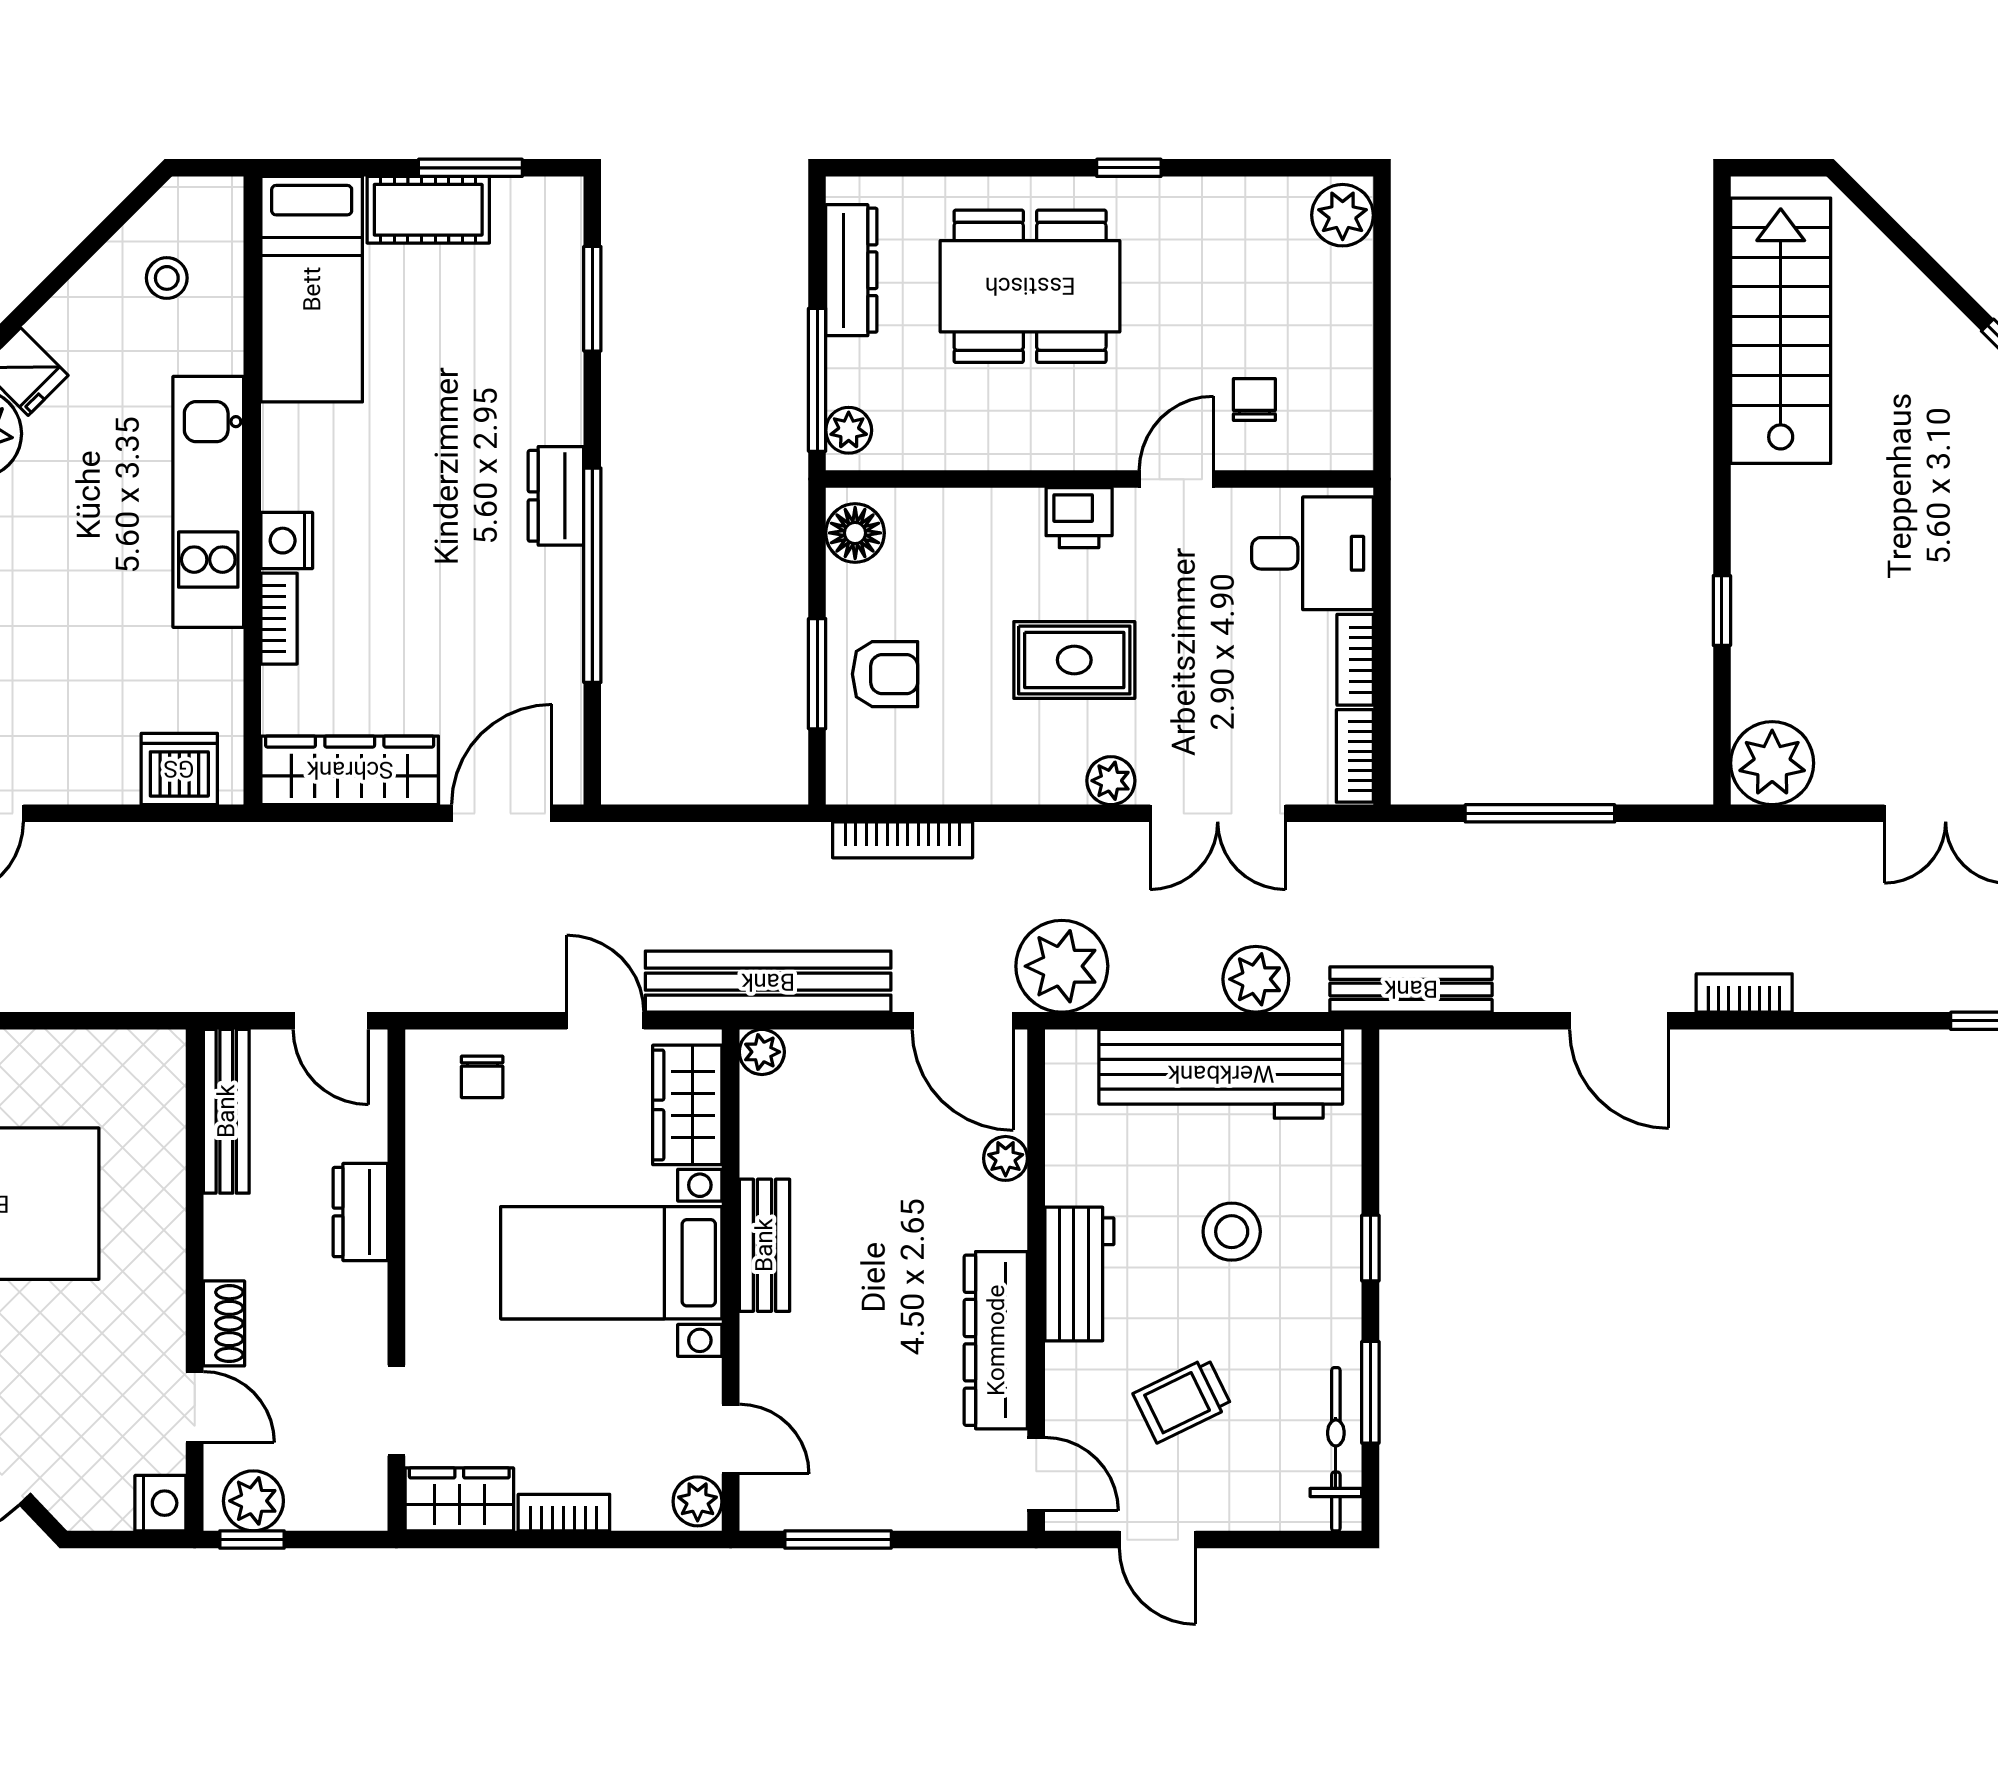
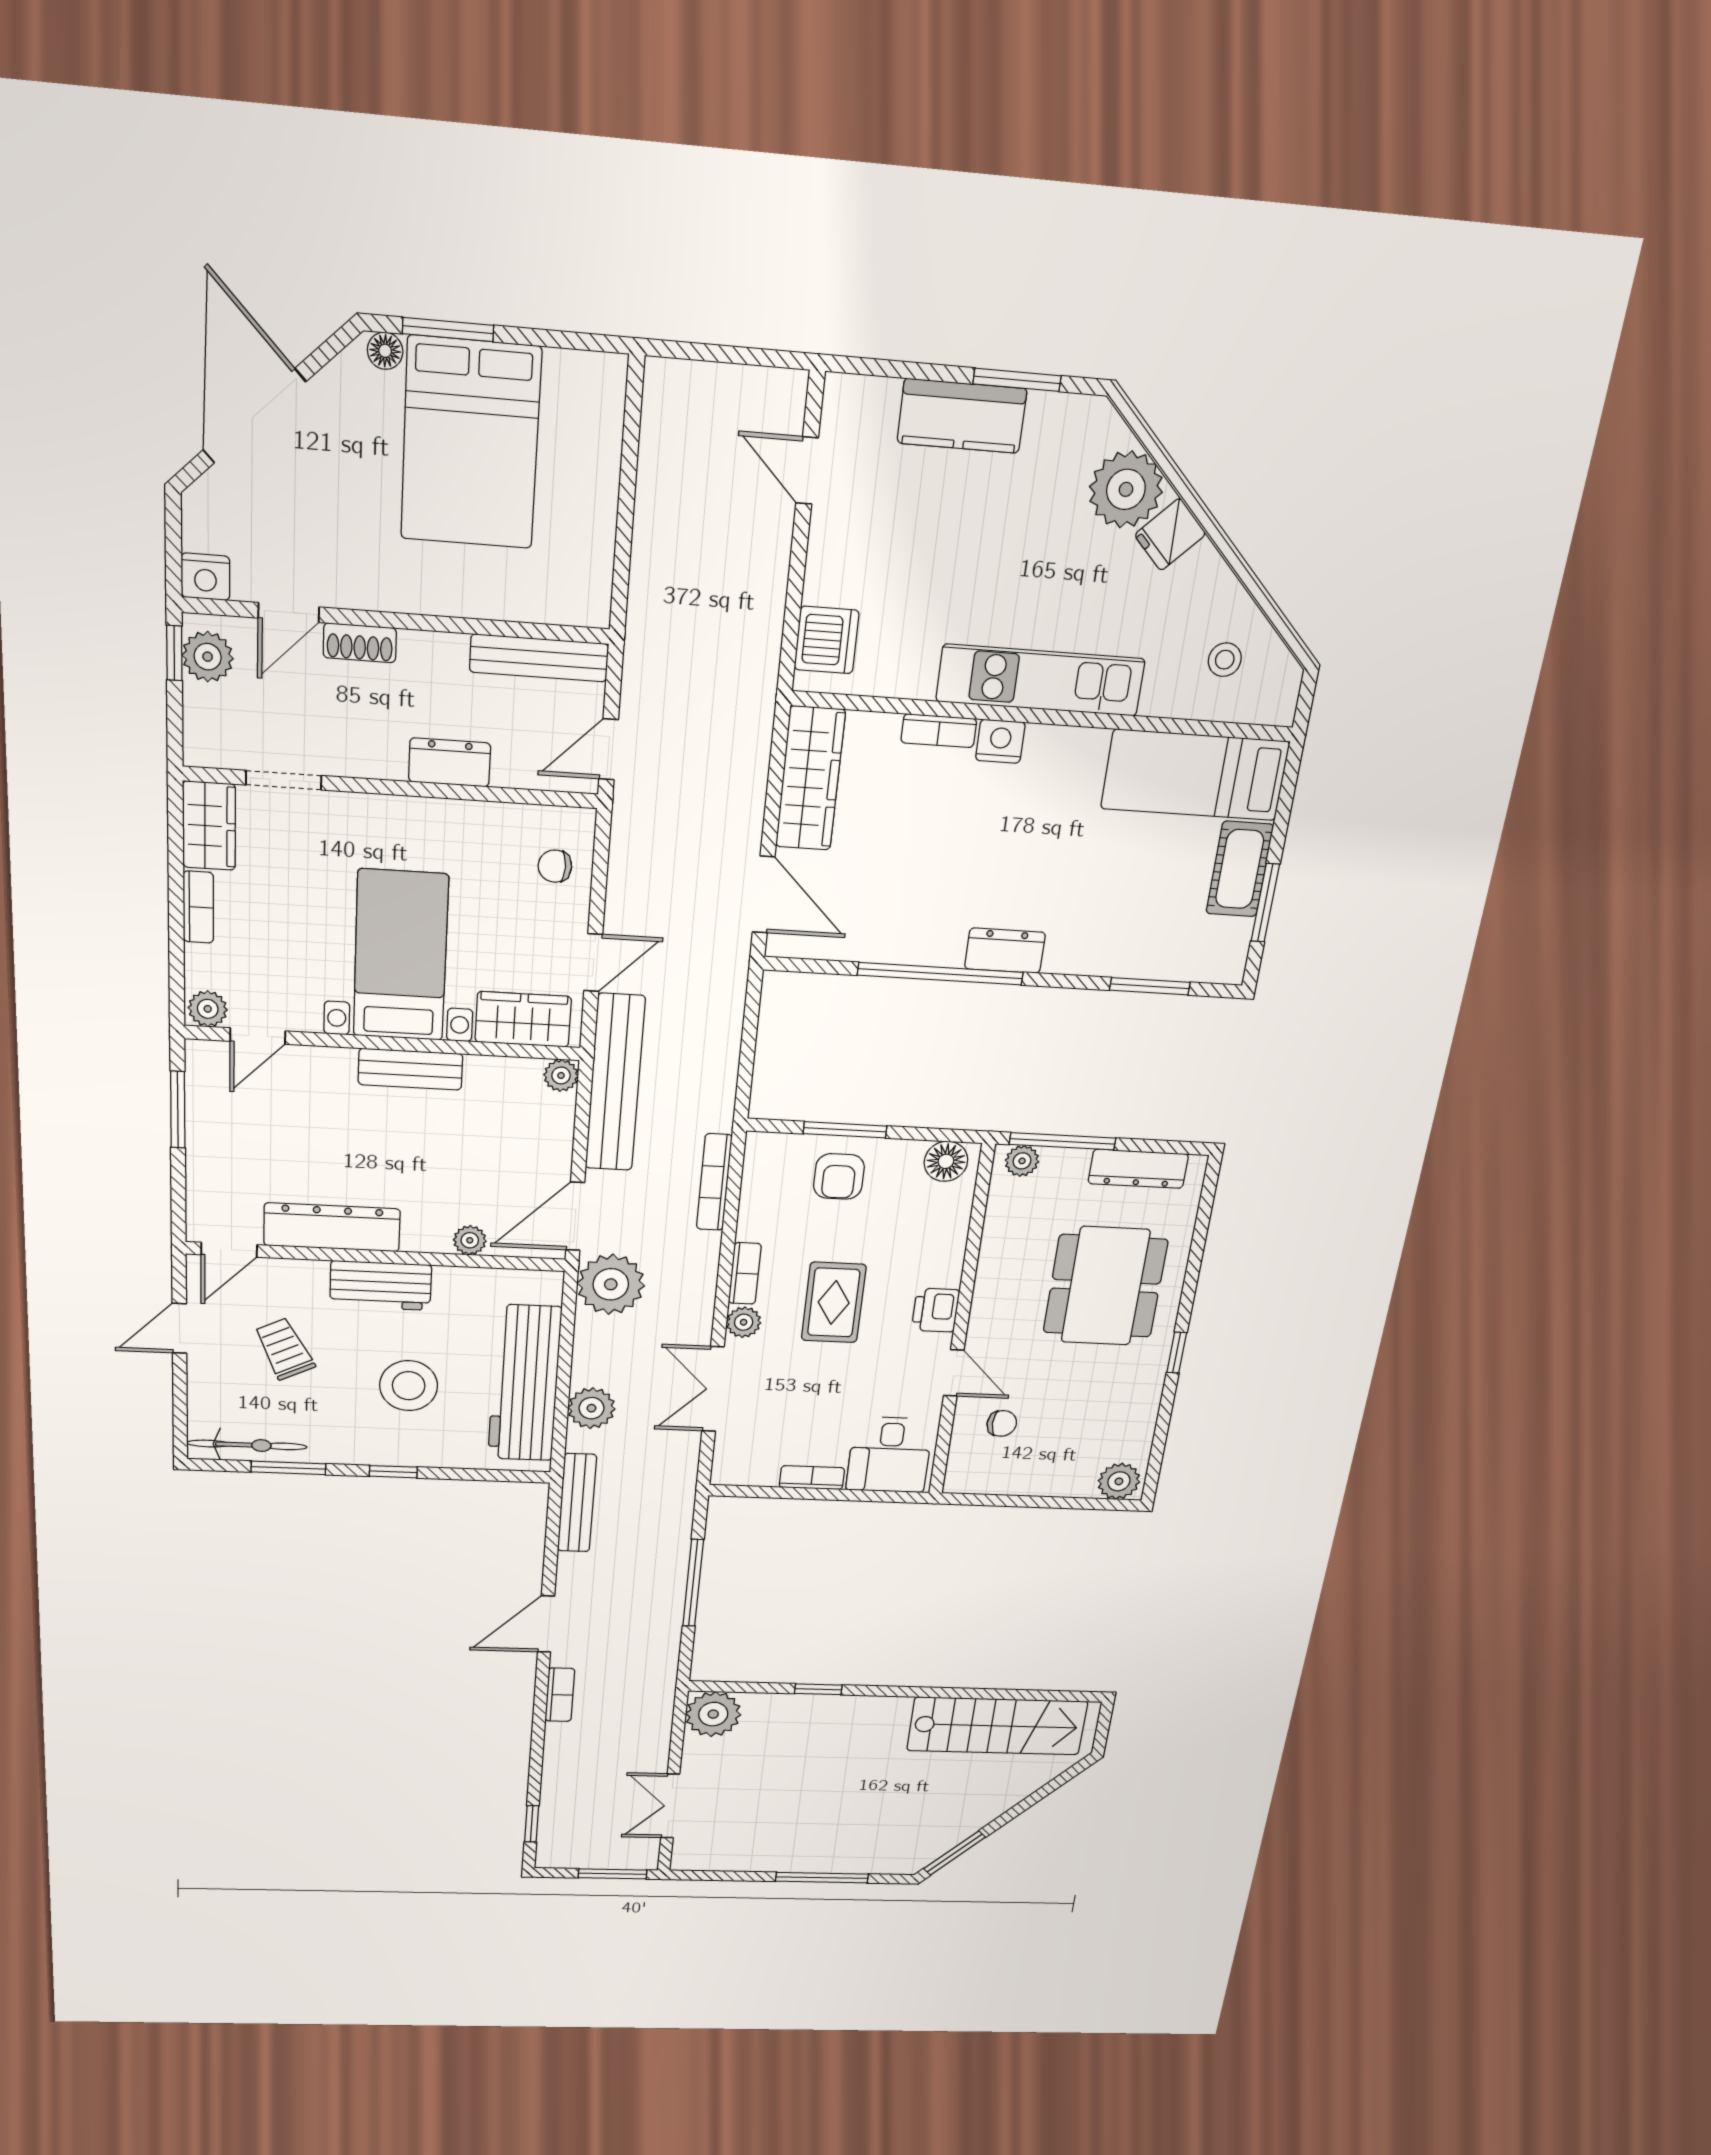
bookcase: (1355, 756) -> (745, 1273), moved, turned 90
stool: (1232, 1232) -> (409, 1386), width x1.38, depth x1.38

